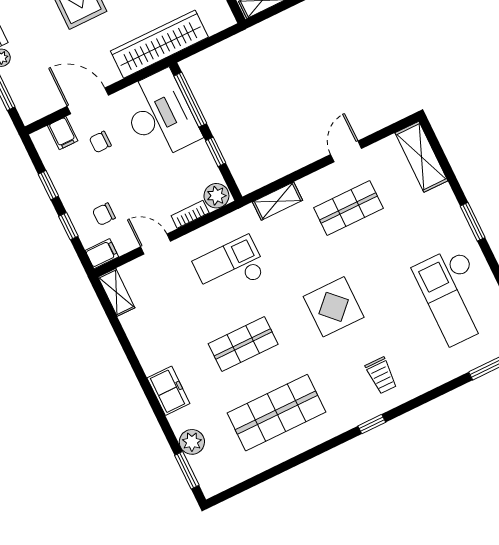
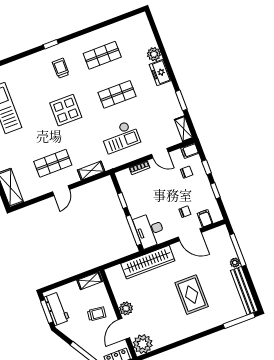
desk: (160, 115) -> (150, 230), width x0.73, depth x0.77
door: (346, 151) -> (61, 191), moved
plant: (216, 196) -> (124, 177), removed
trolley: (381, 375) -> (61, 68), moved
shop shelf: (276, 413) -> (102, 55), width x0.70, depth x0.74
plant: (192, 442) -> (154, 54), moved
window: (187, 470) -> (181, 100), moved

